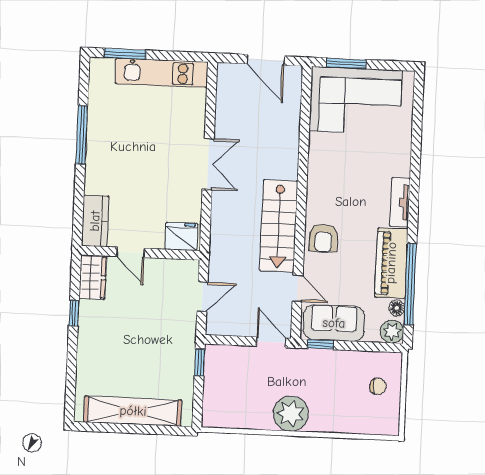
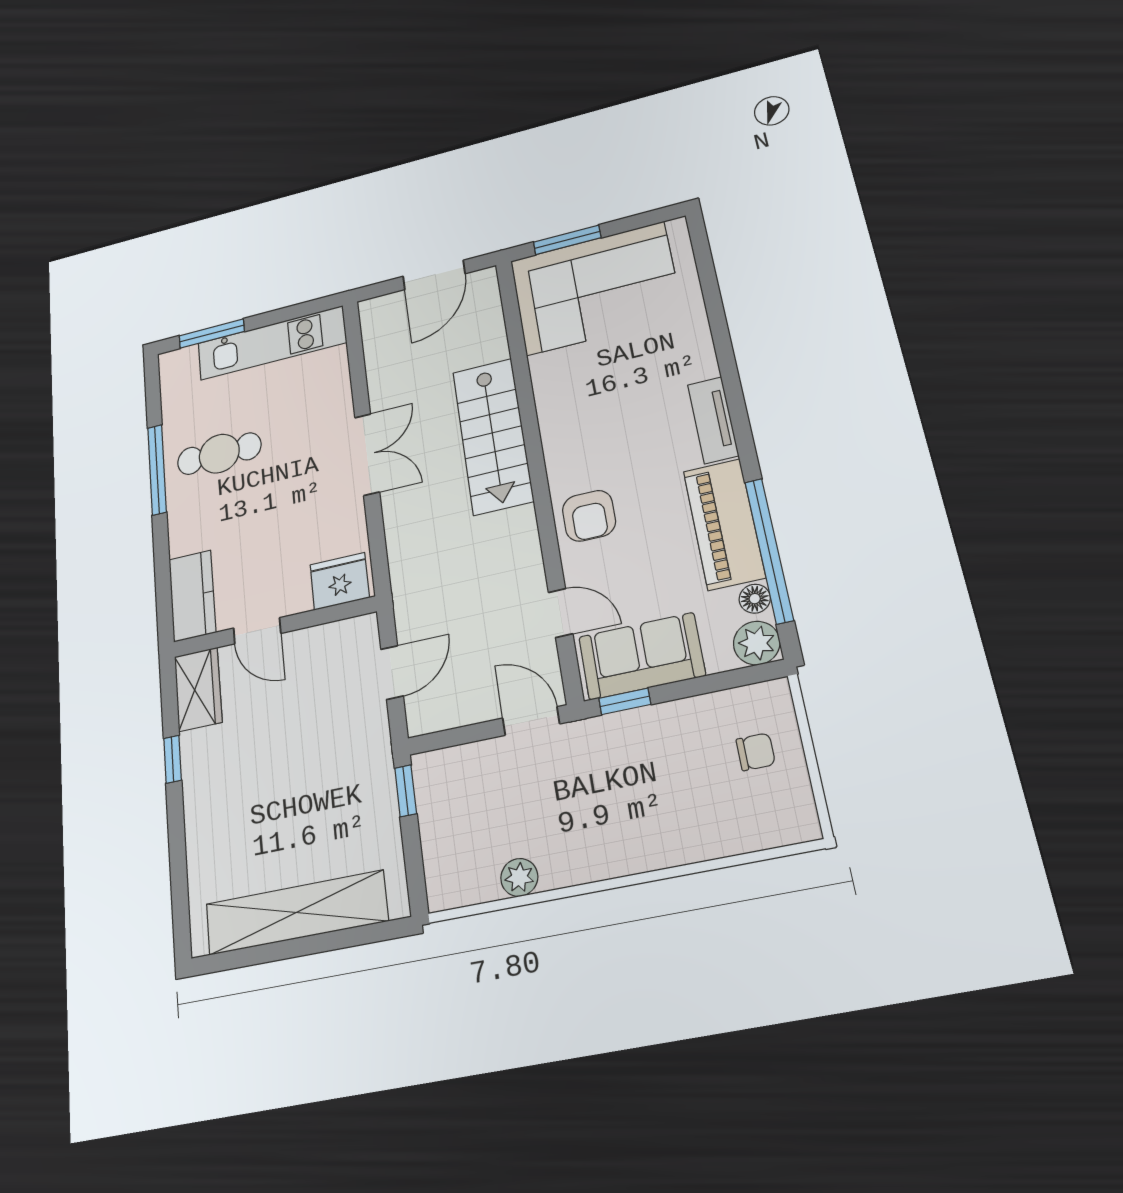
door: (266, 60) -> (434, 275), hinge flipped
cafe table: (121, 136) -> (219, 454), added
stairs: (279, 226) -> (493, 436), moved
plant: (291, 414) -> (519, 877), moved, width x0.53, depth x0.53

